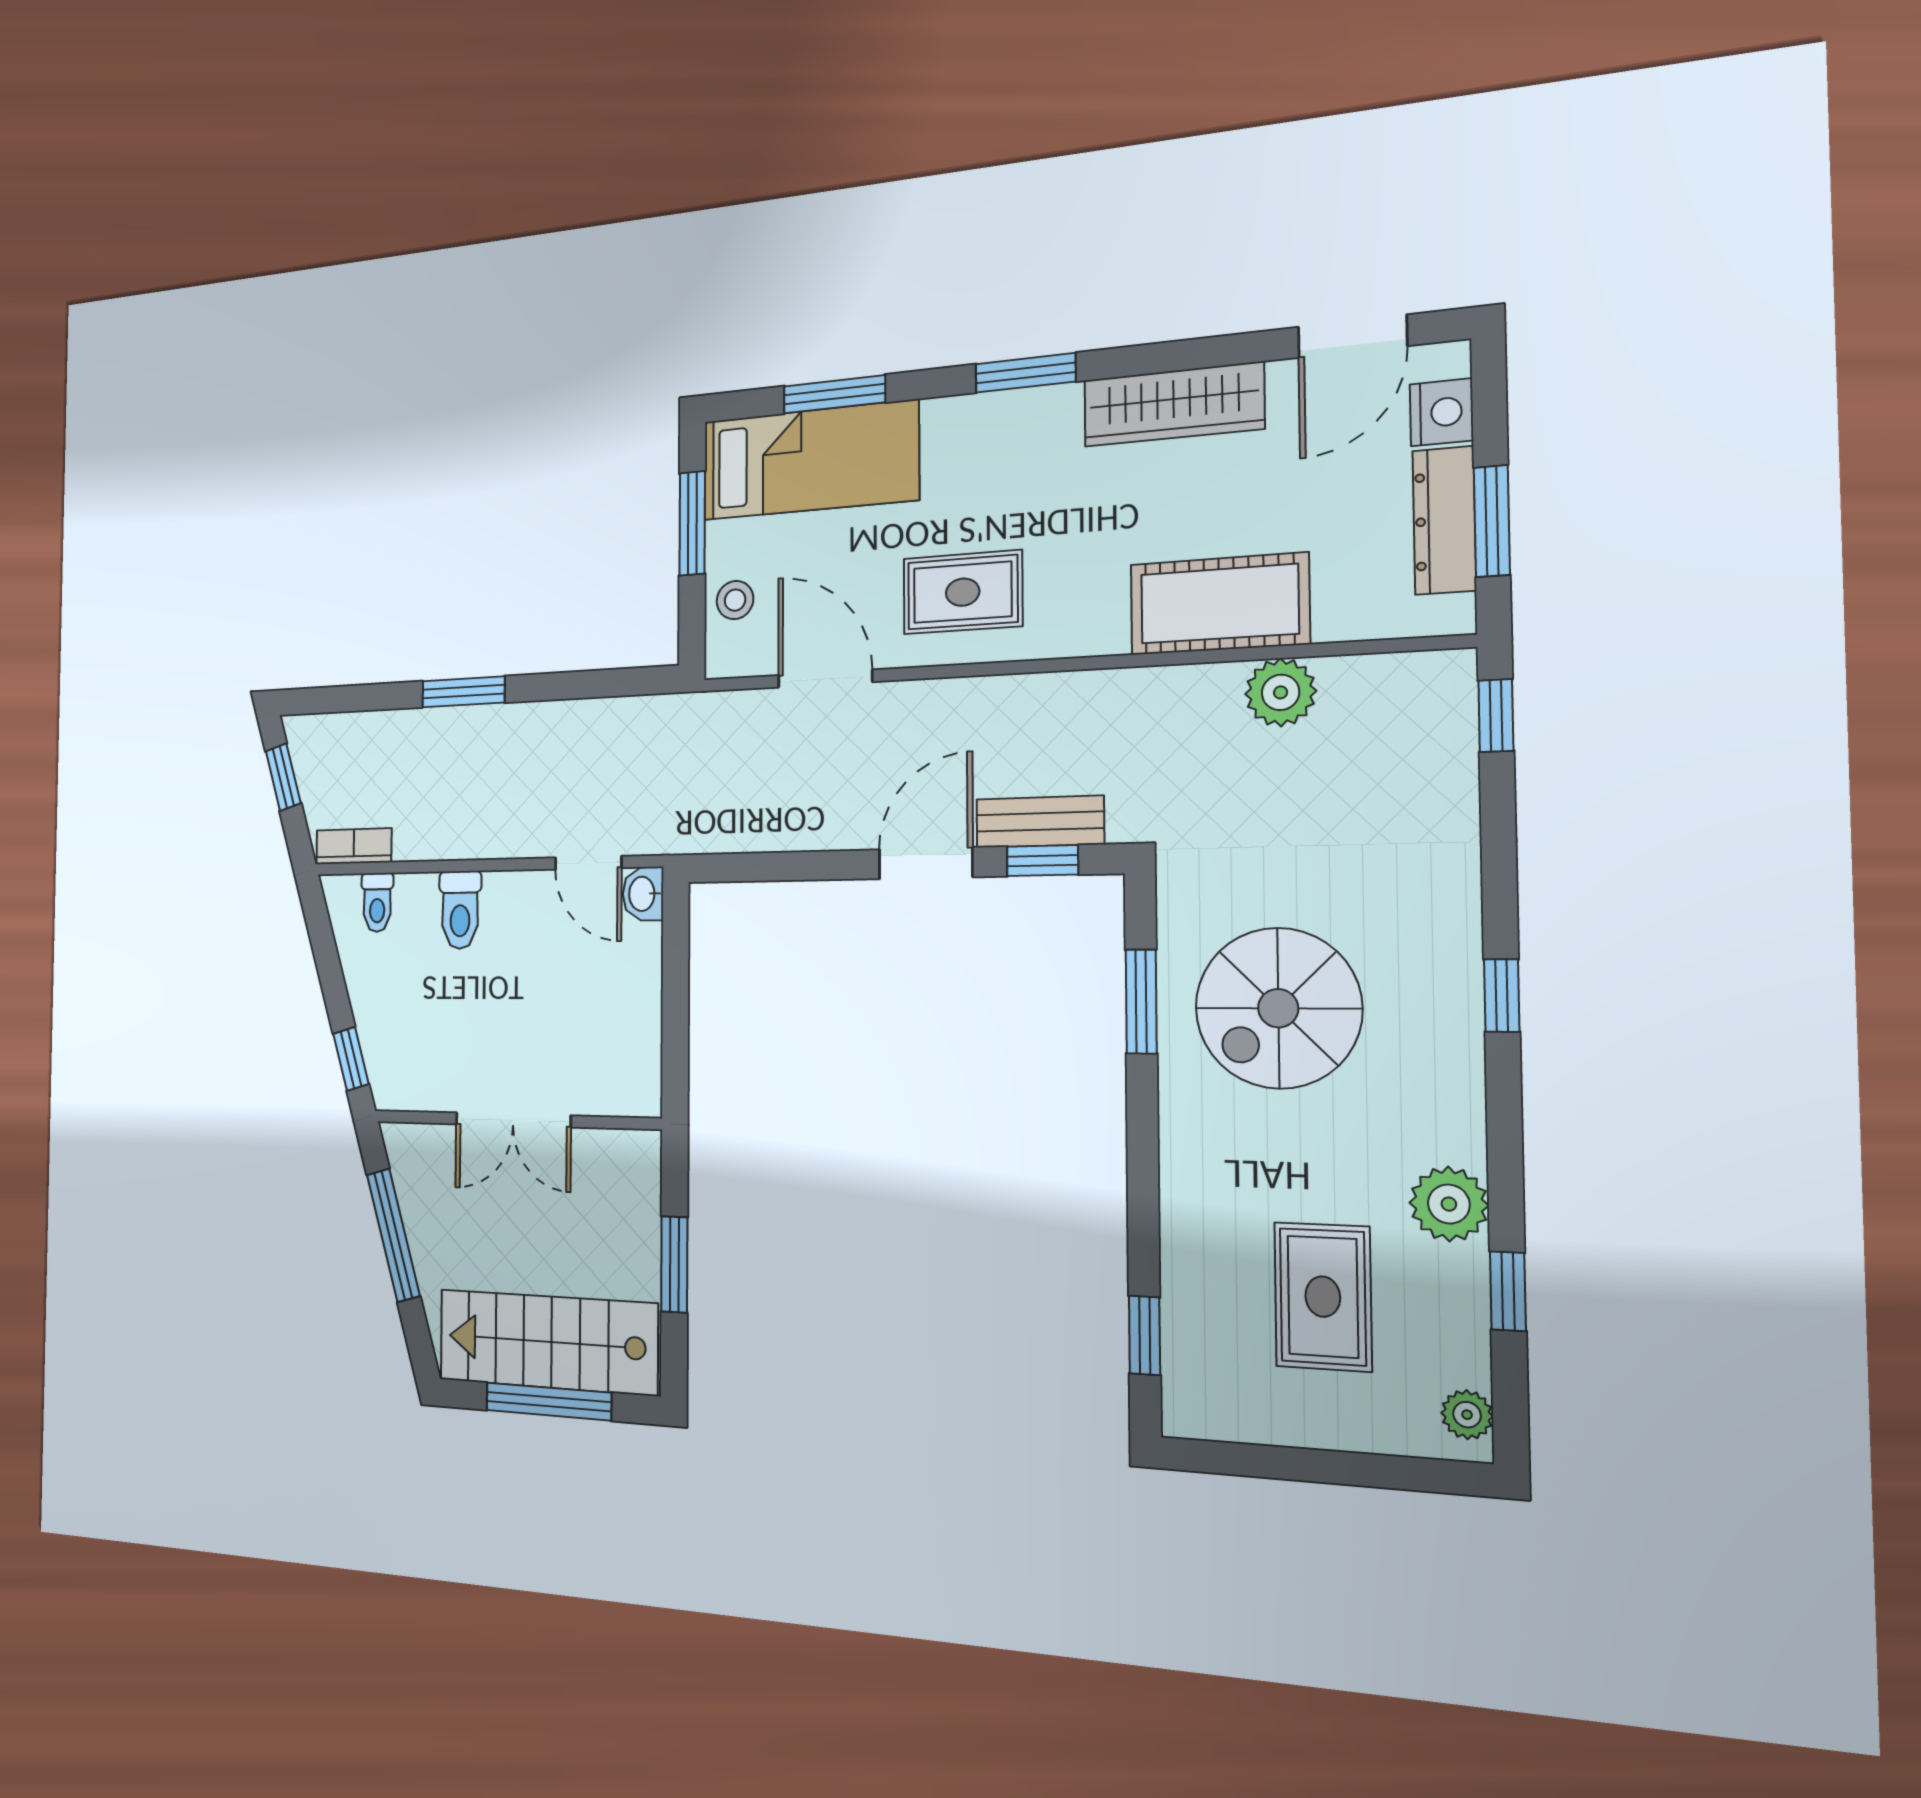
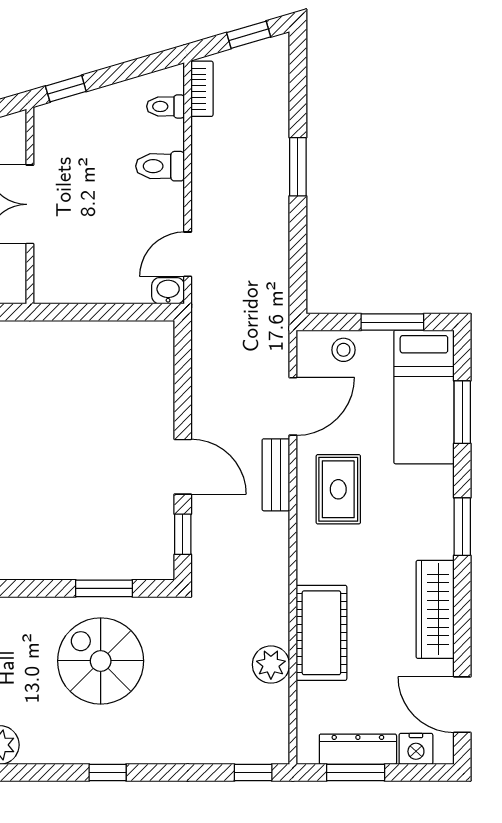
bench: (1040, 822) -> (276, 475), moved

